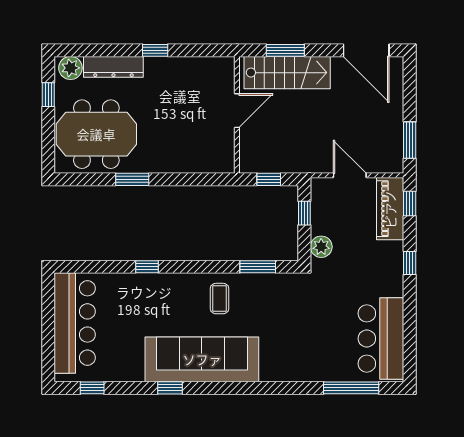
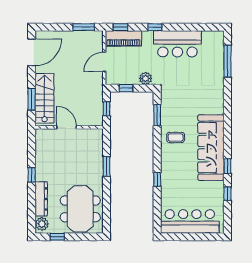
window: (132, 179) -> (106, 166), moved
bar counter: (381, 339) -> (177, 44), moved
window: (92, 388) -> (227, 194), moved

